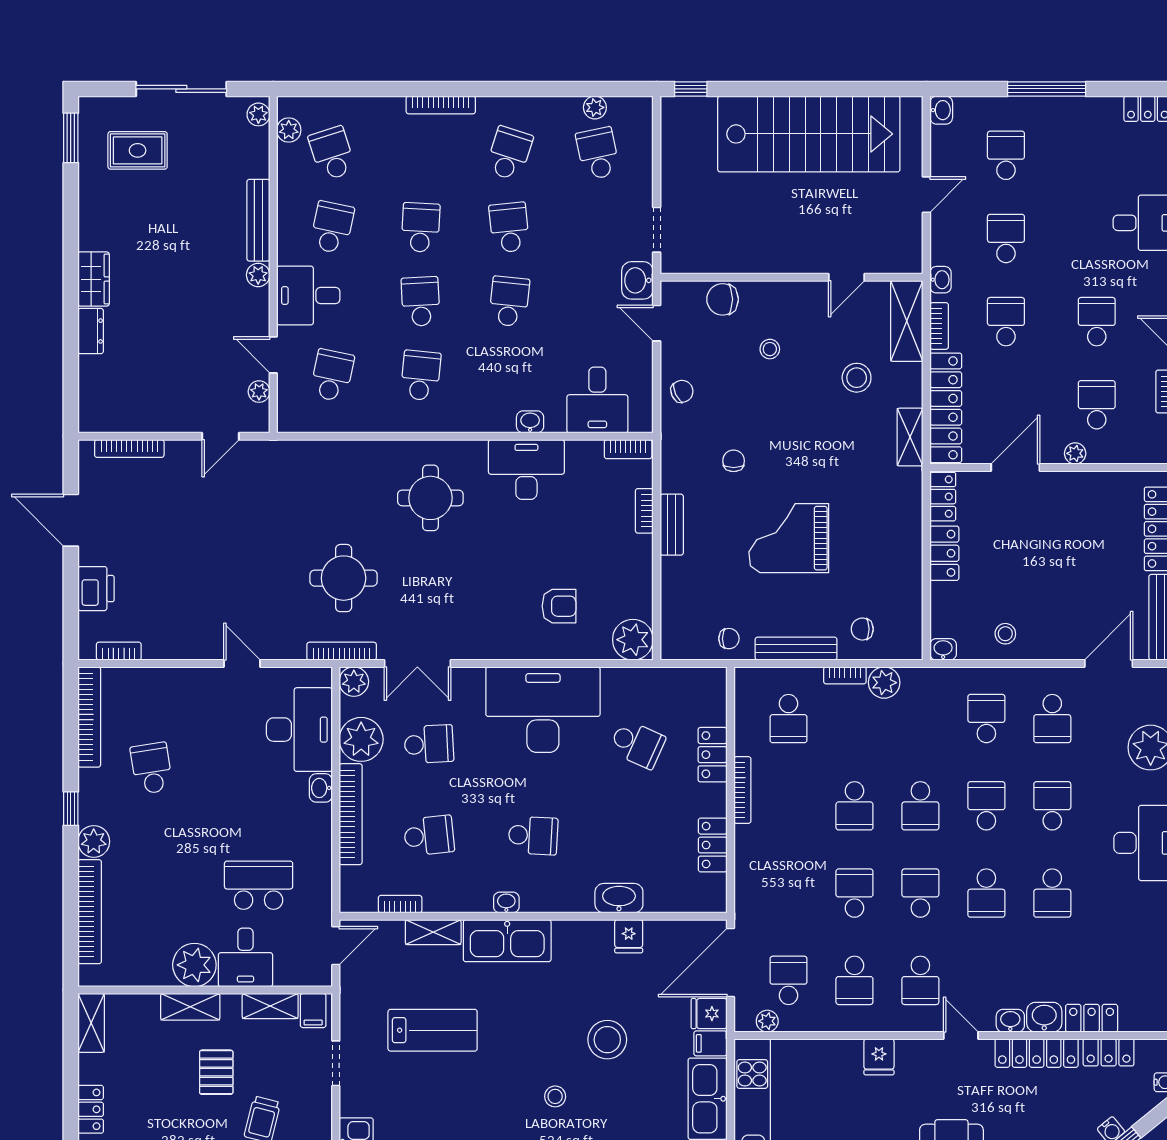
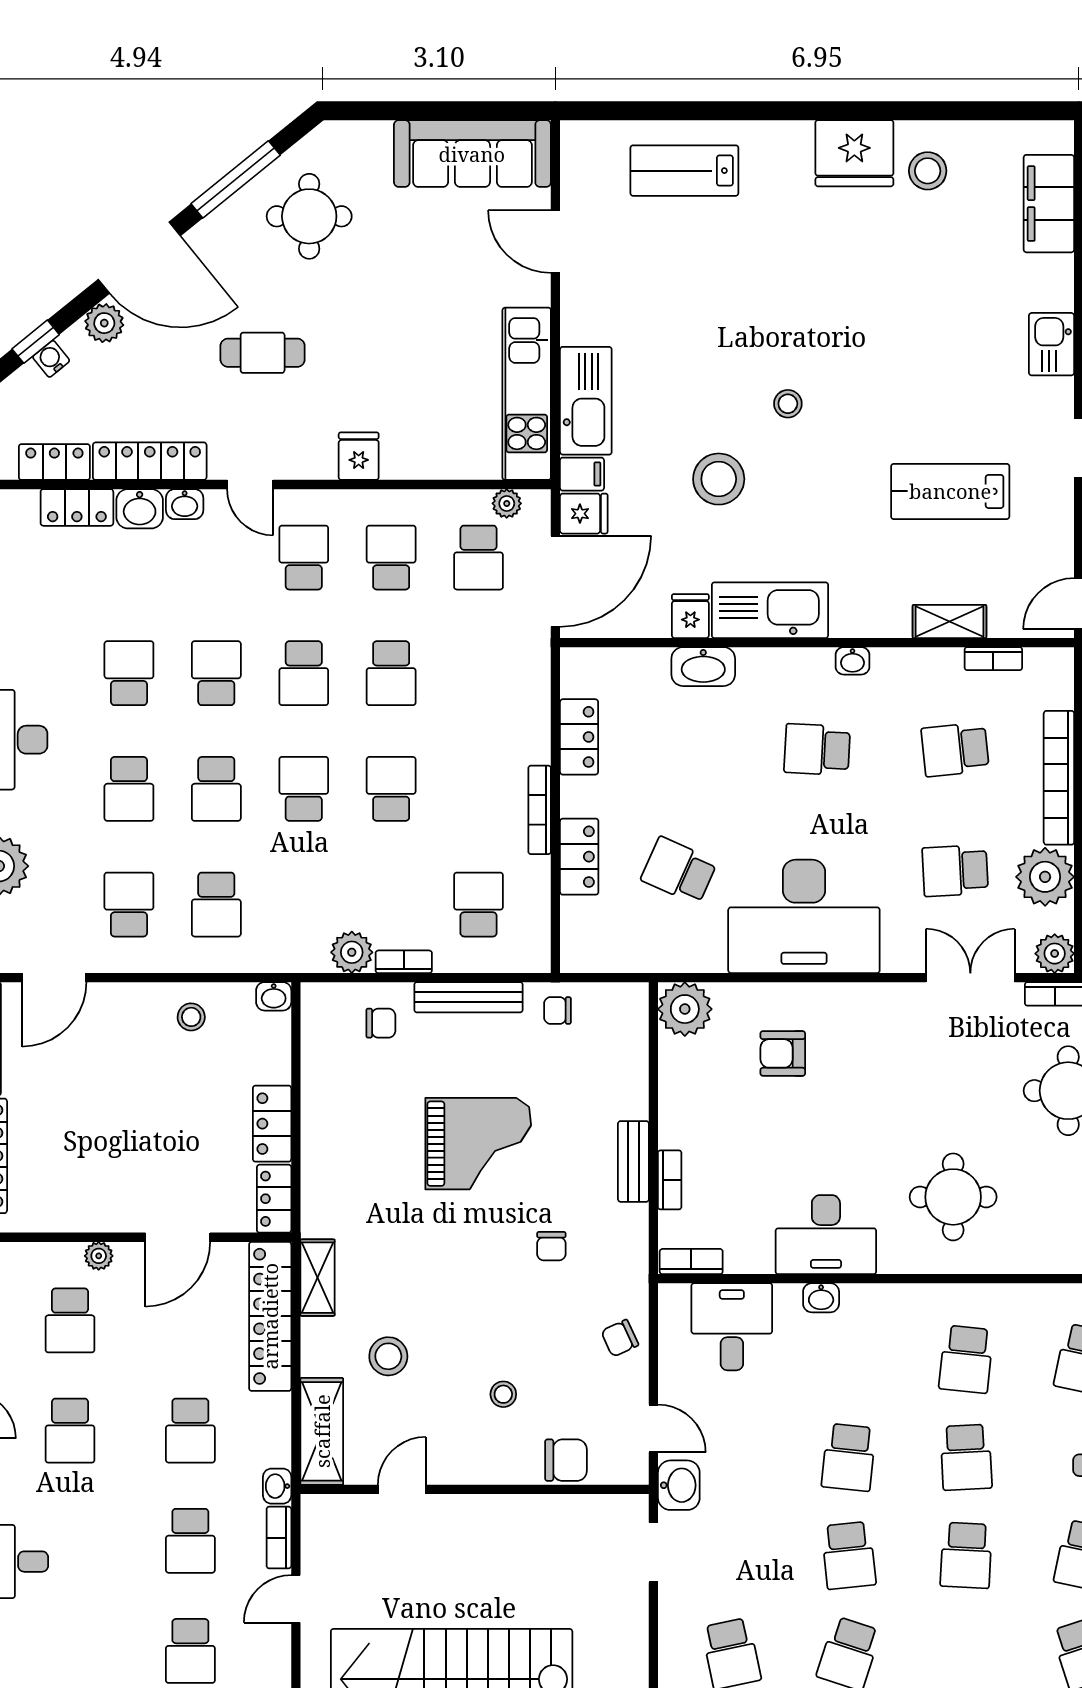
bookcase: (939, 326) -> (279, 1538), moved
kitchen sink: (507, 941) -> (770, 610), moved

